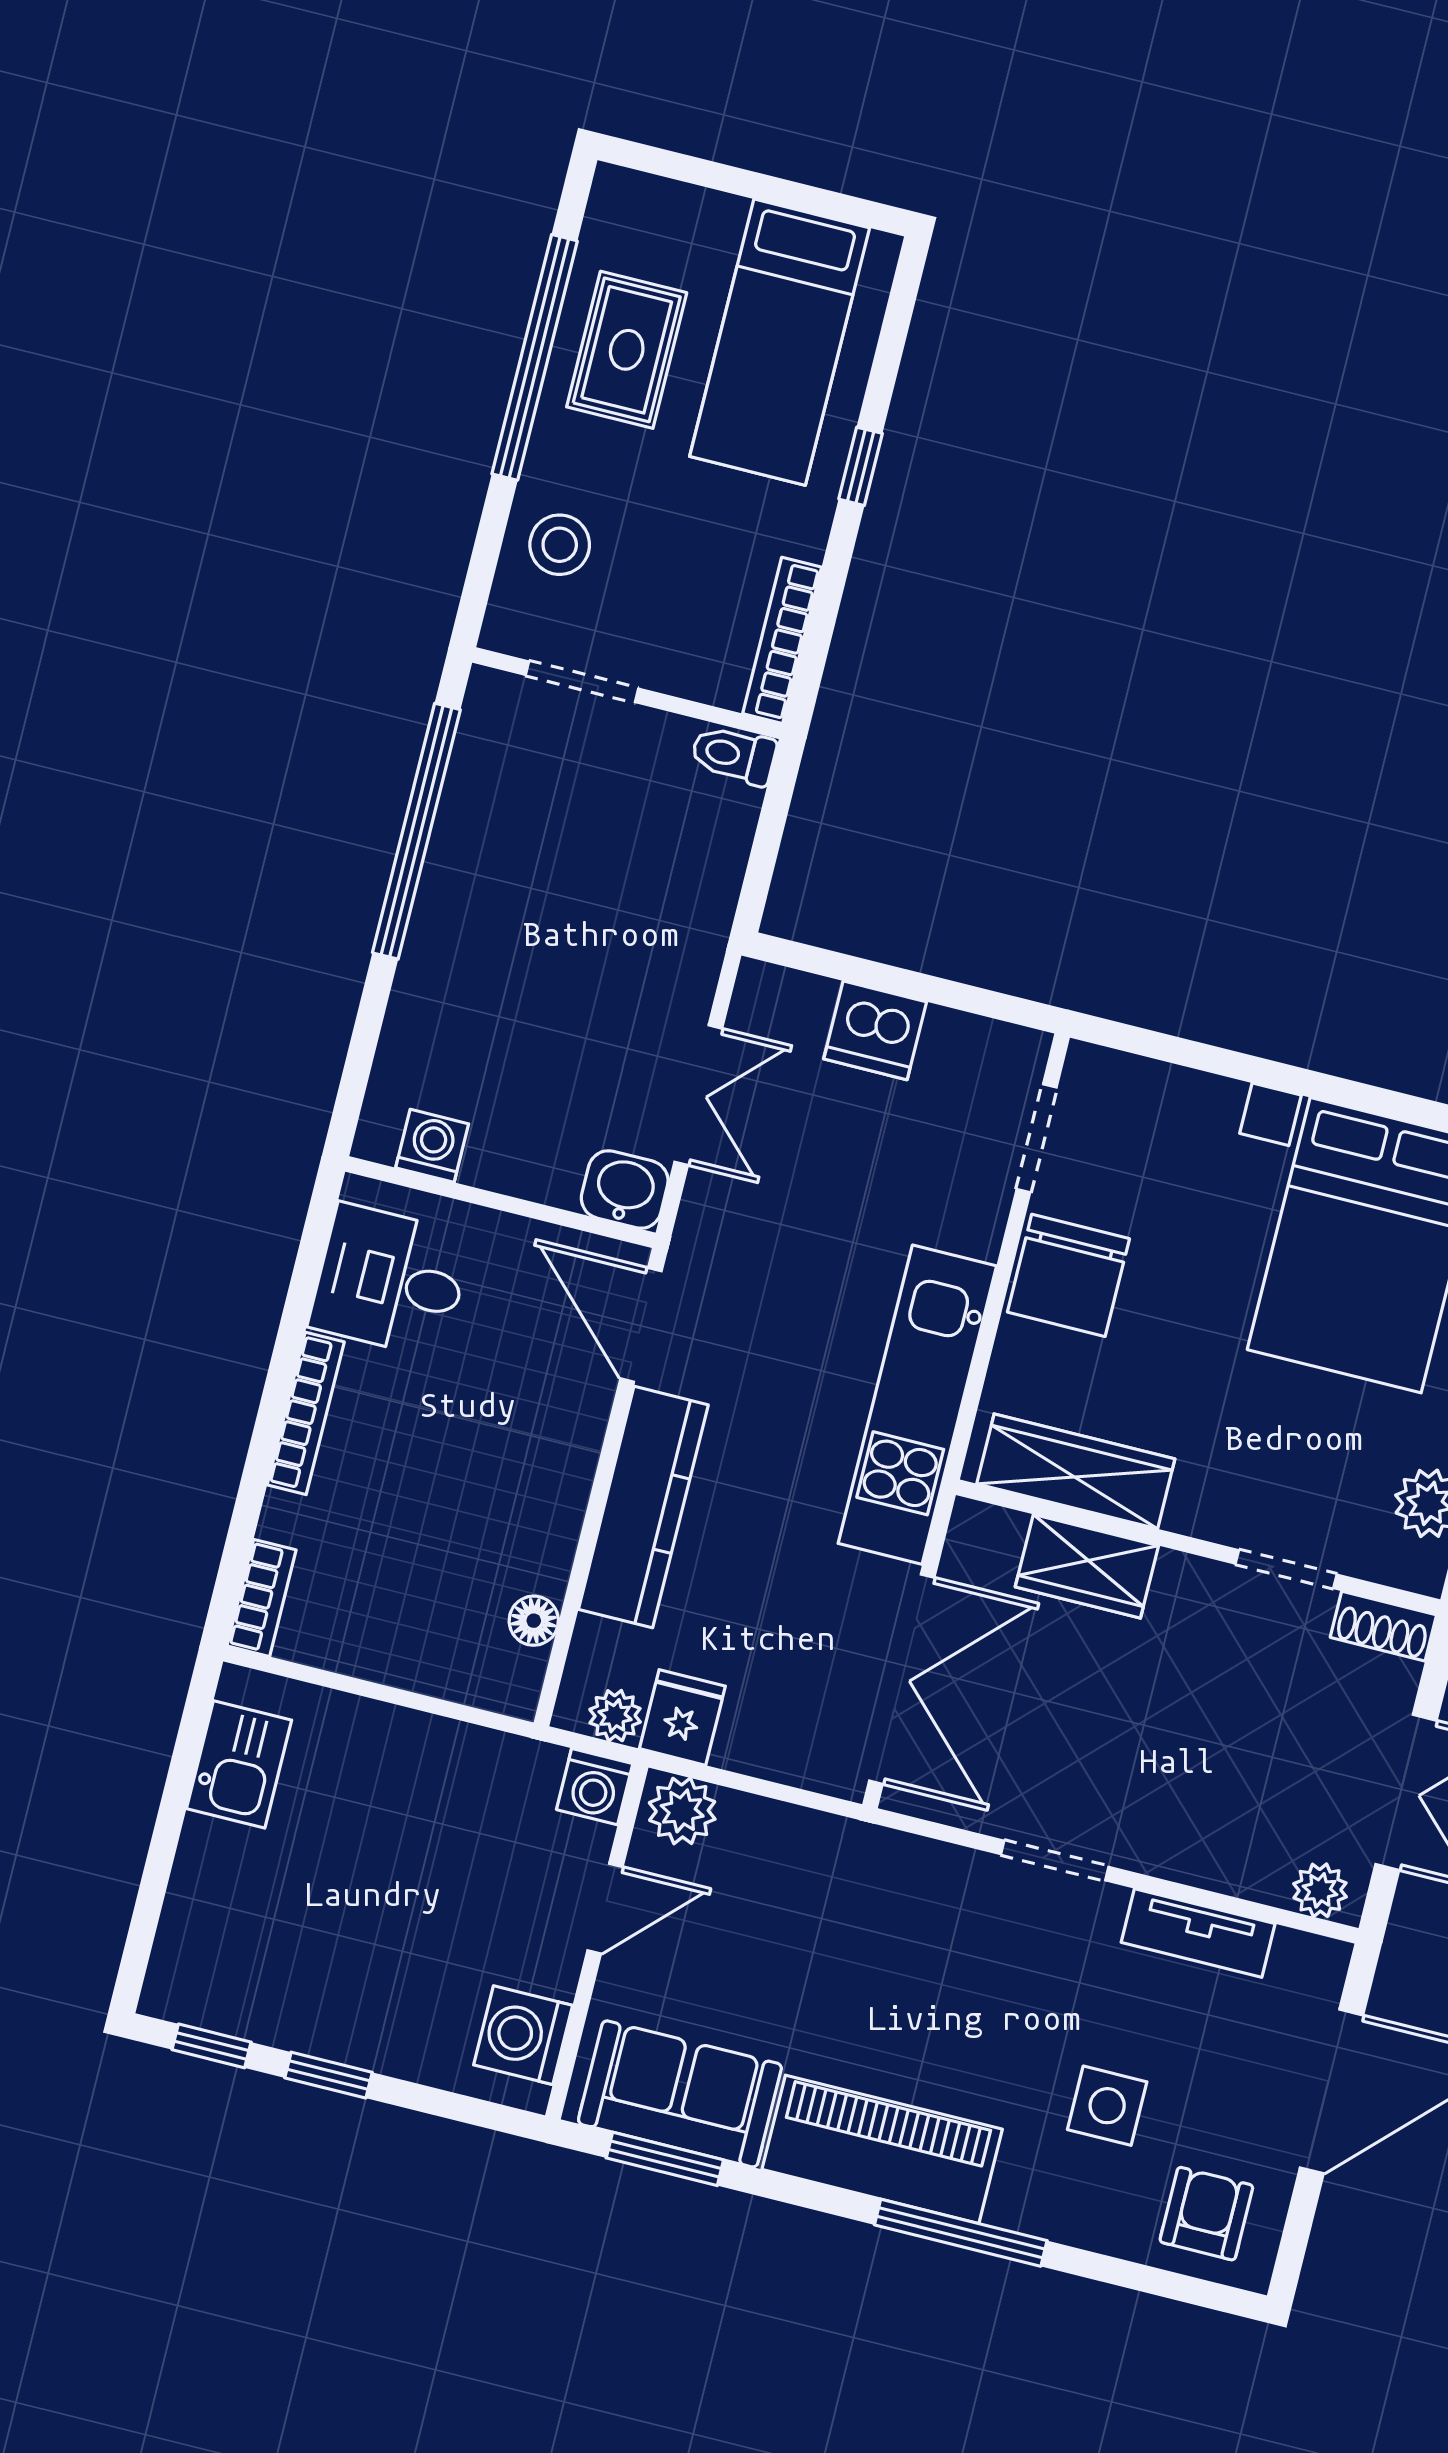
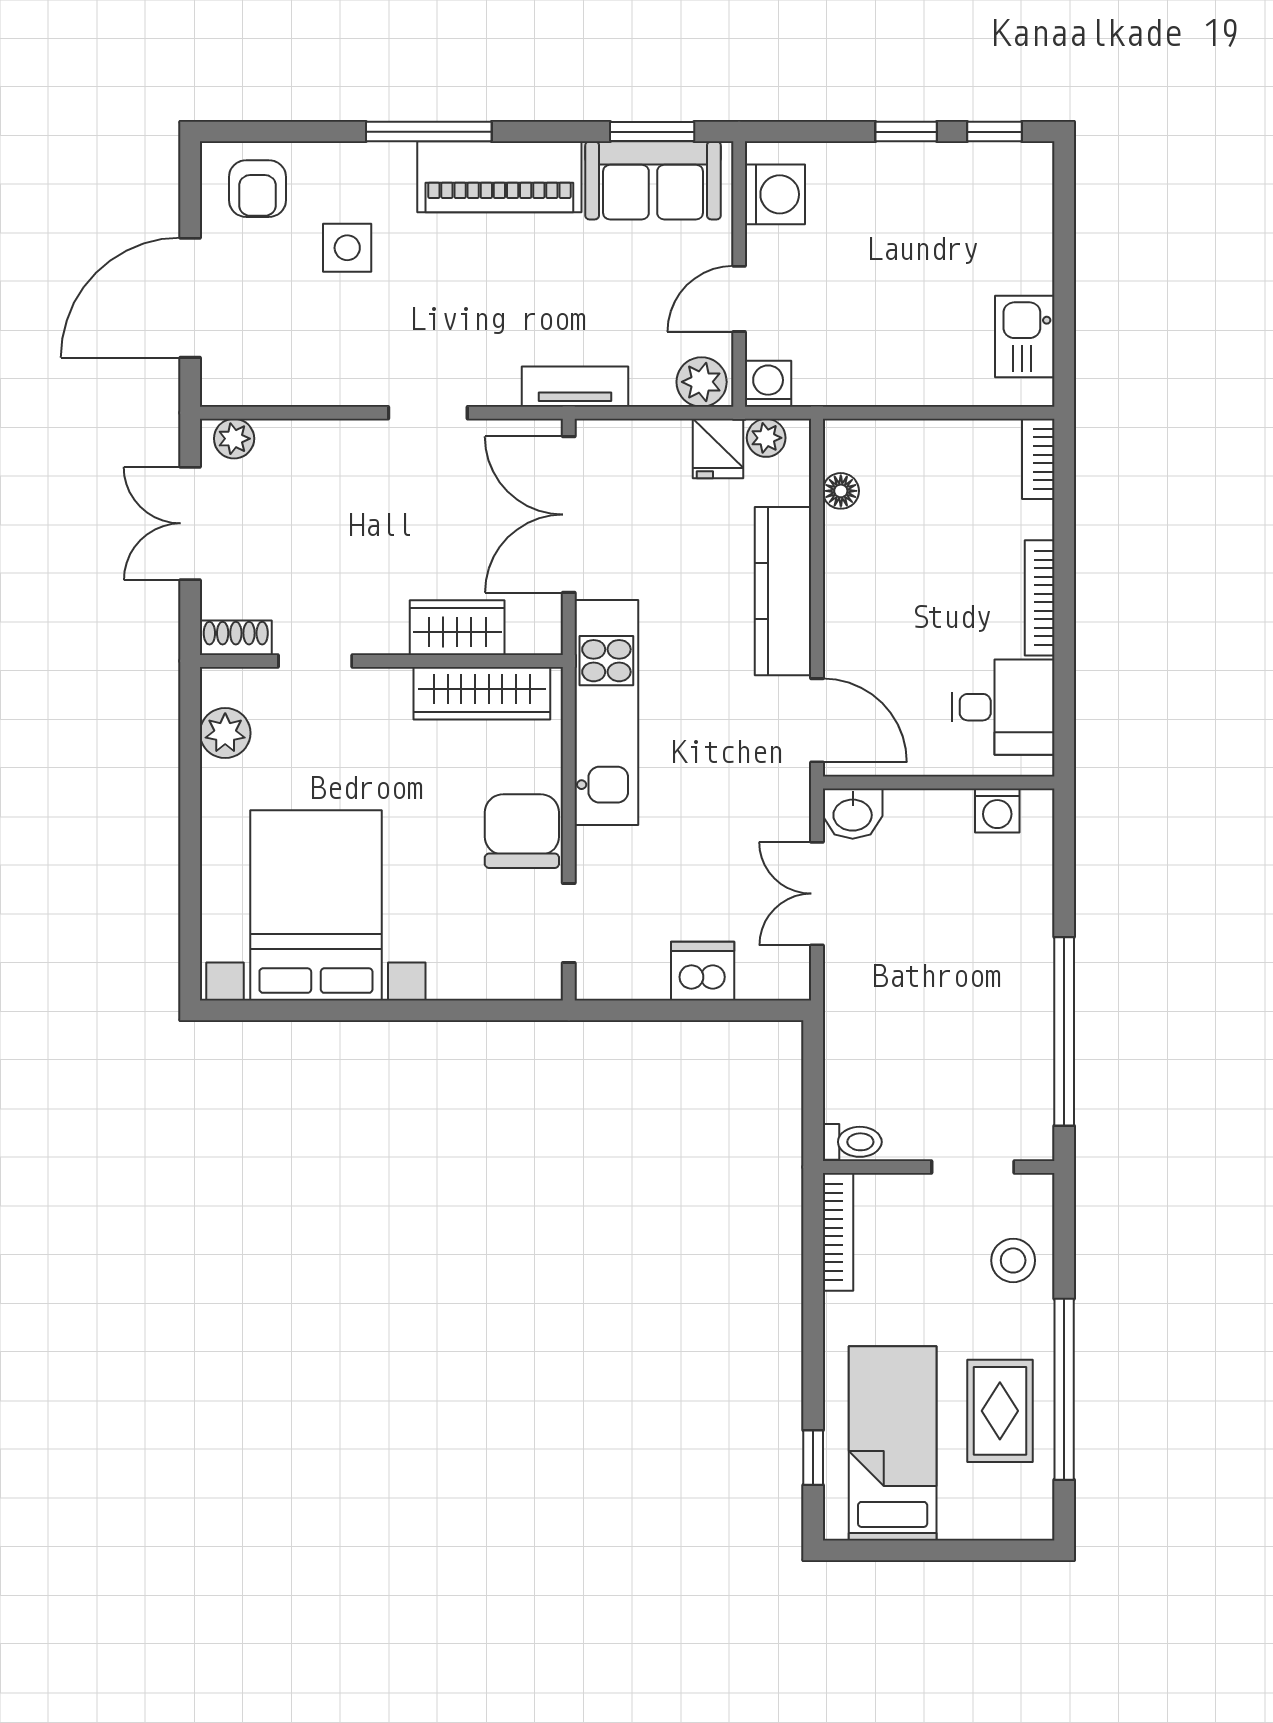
window: (861, 466) -> (813, 1458), moved
tv unit: (1198, 1933) -> (575, 387), moved

